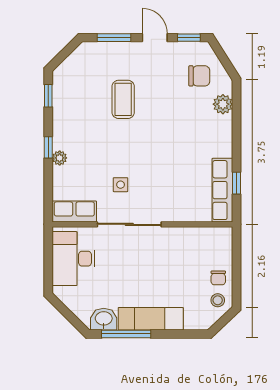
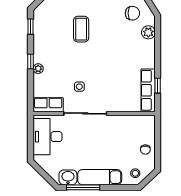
stool: (218, 300) -> (135, 173), moved

